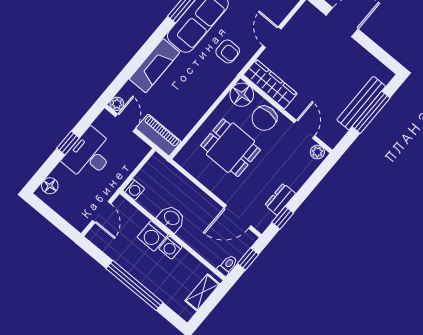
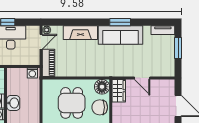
door: (272, 37) -> (142, 78), swing flipped
armchair: (228, 51) -> (117, 62), removed
wardrobe: (270, 84) -> (119, 91), width x0.67
washing machine: (134, 190) -> (32, 73), moved

